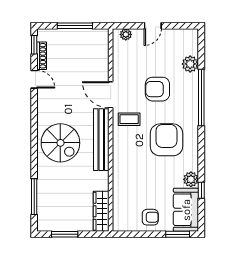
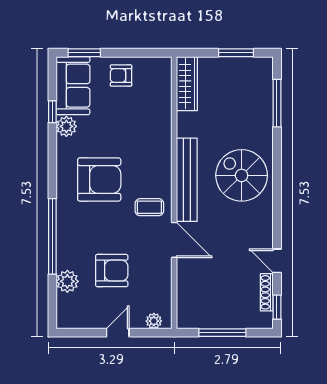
armchair: (157, 89) -> (112, 271), moved
armchair: (166, 140) -> (99, 179), turned -90

